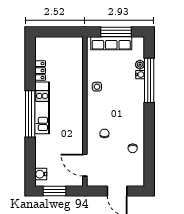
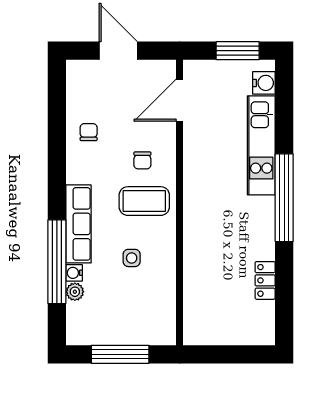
row of seats: (111, 43) -> (79, 224), moved, turned 90
side table: (97, 87) -> (132, 258), moved
kitchen unit: (42, 108) -> (261, 145), moved
coffee table: (103, 112) -> (144, 201), added
door: (85, 165) -> (180, 100), swing flipped

